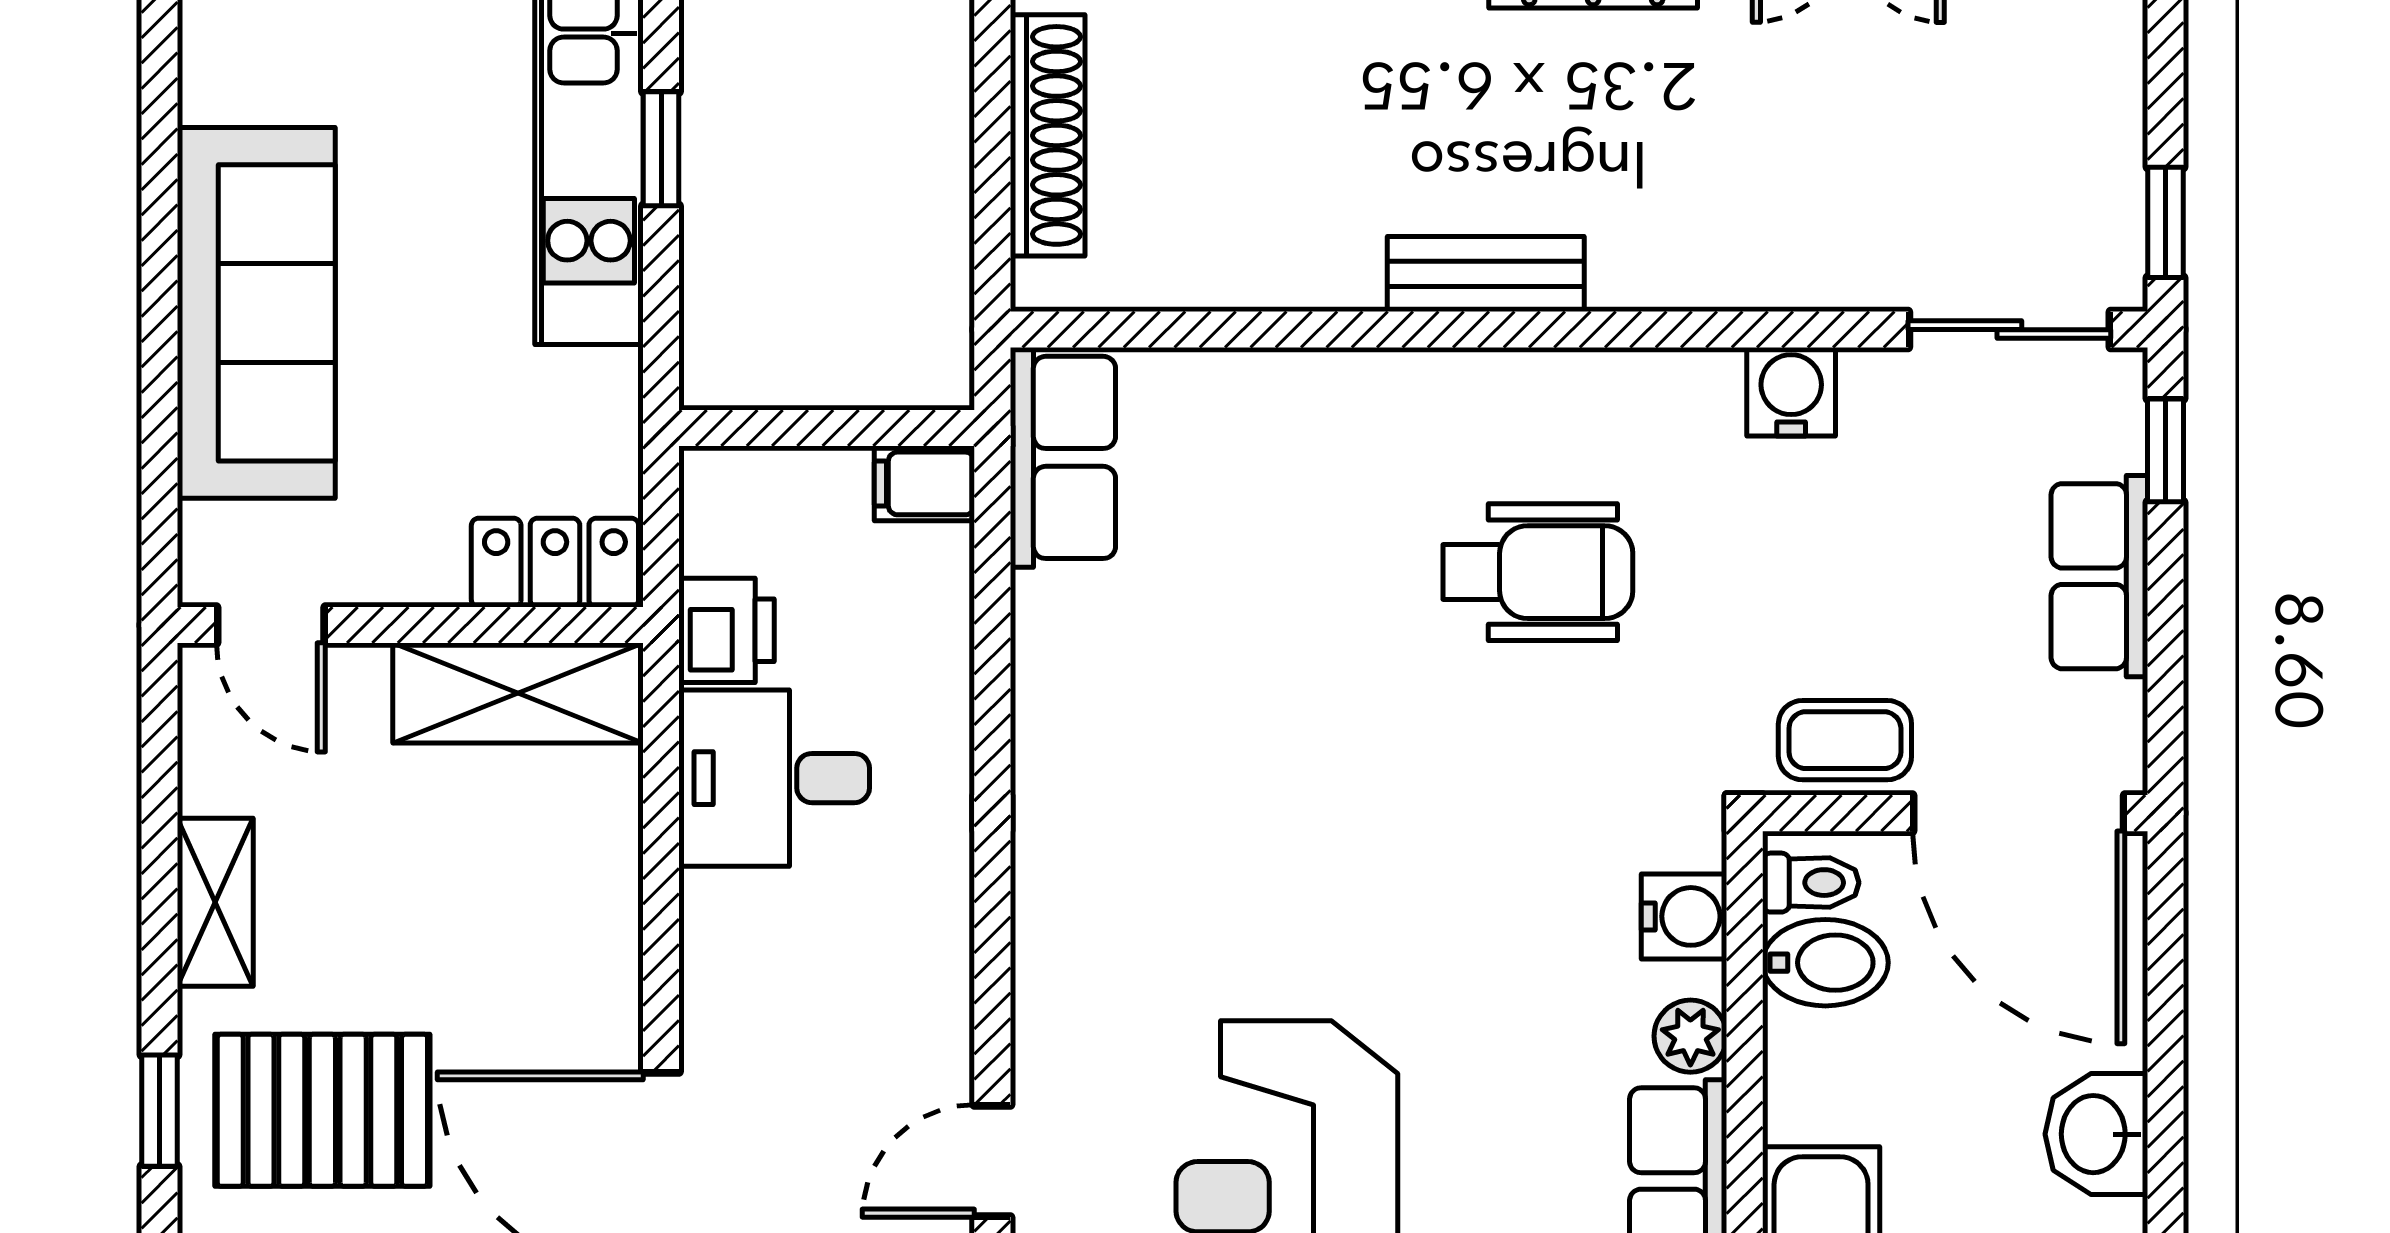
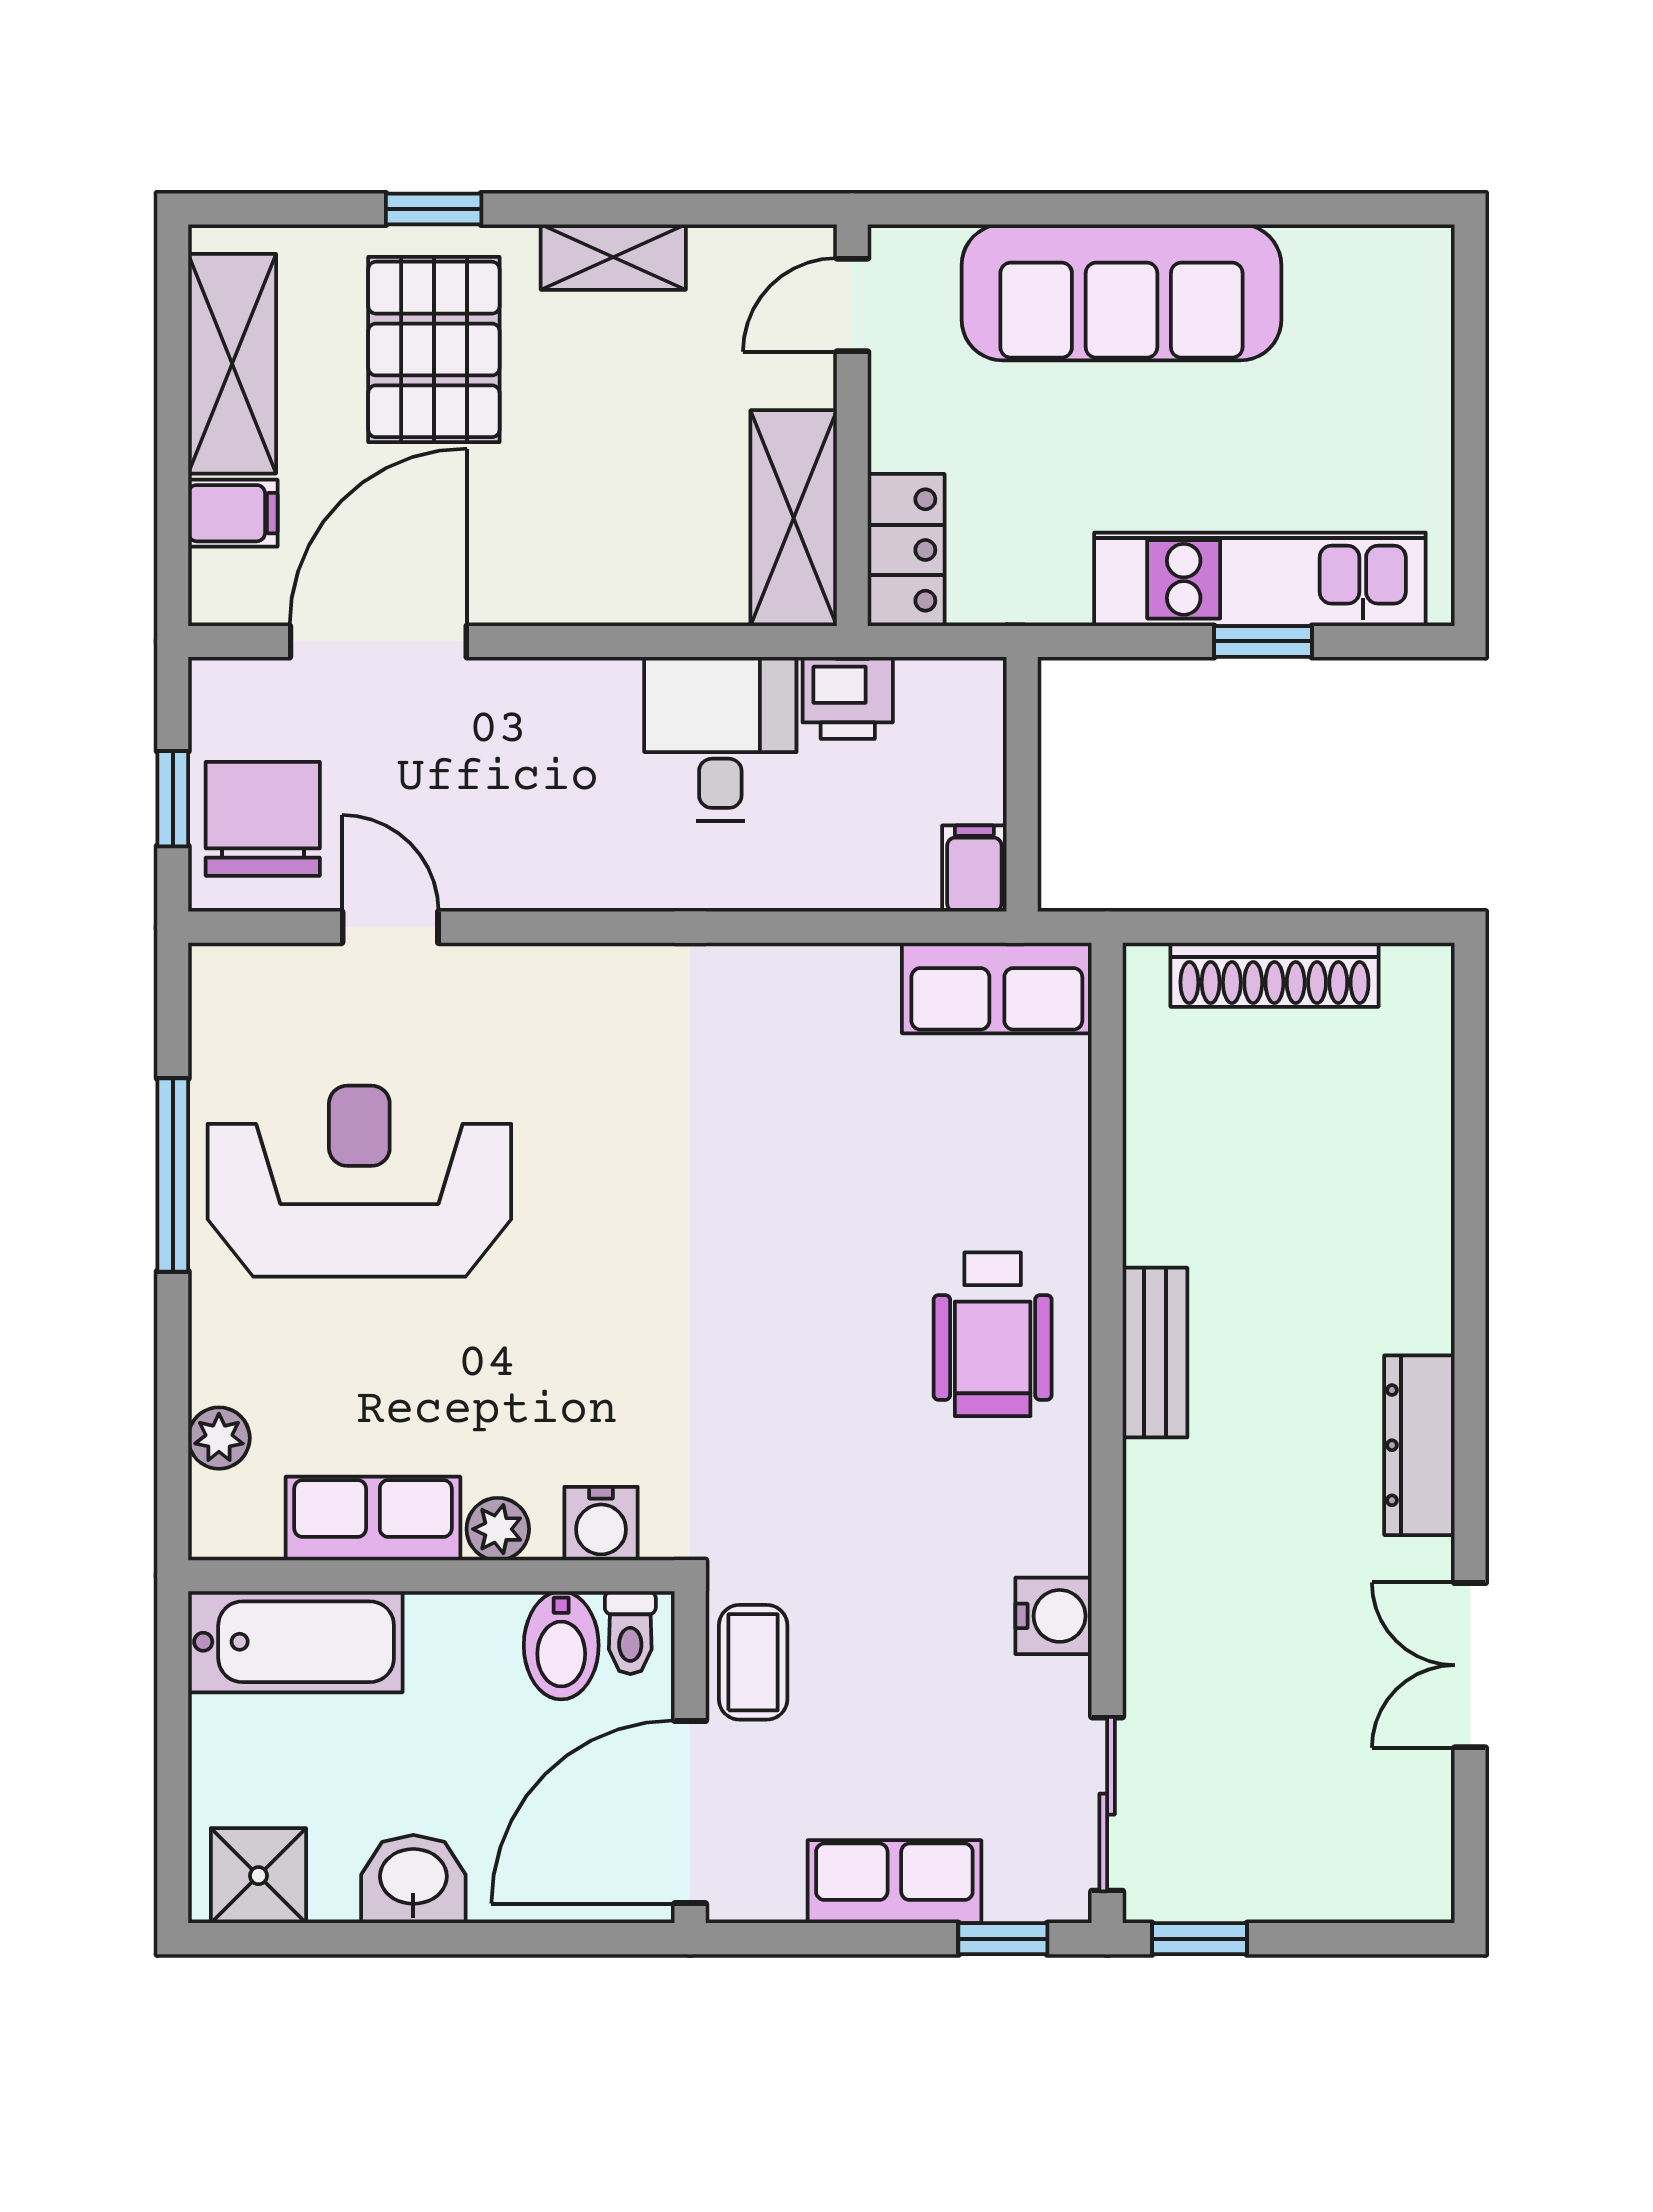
wheelchair: (1538, 572) -> (993, 1334), moved

